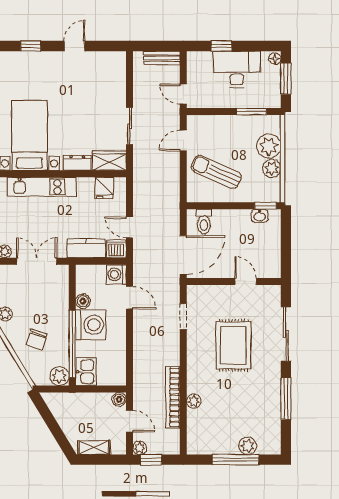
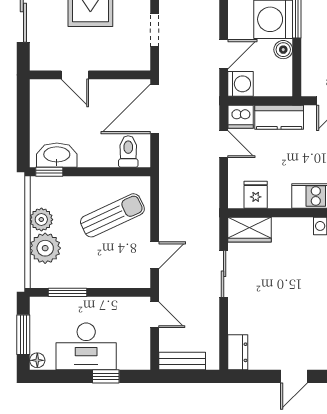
dresser: (77, 163) -> (238, 352), moved, turned -90
sun lounger: (216, 172) -> (112, 215), turned -49
washbasin: (260, 216) -> (57, 155), width x1.91, depth x1.45
door: (129, 298) -> (224, 54), swing flipped

